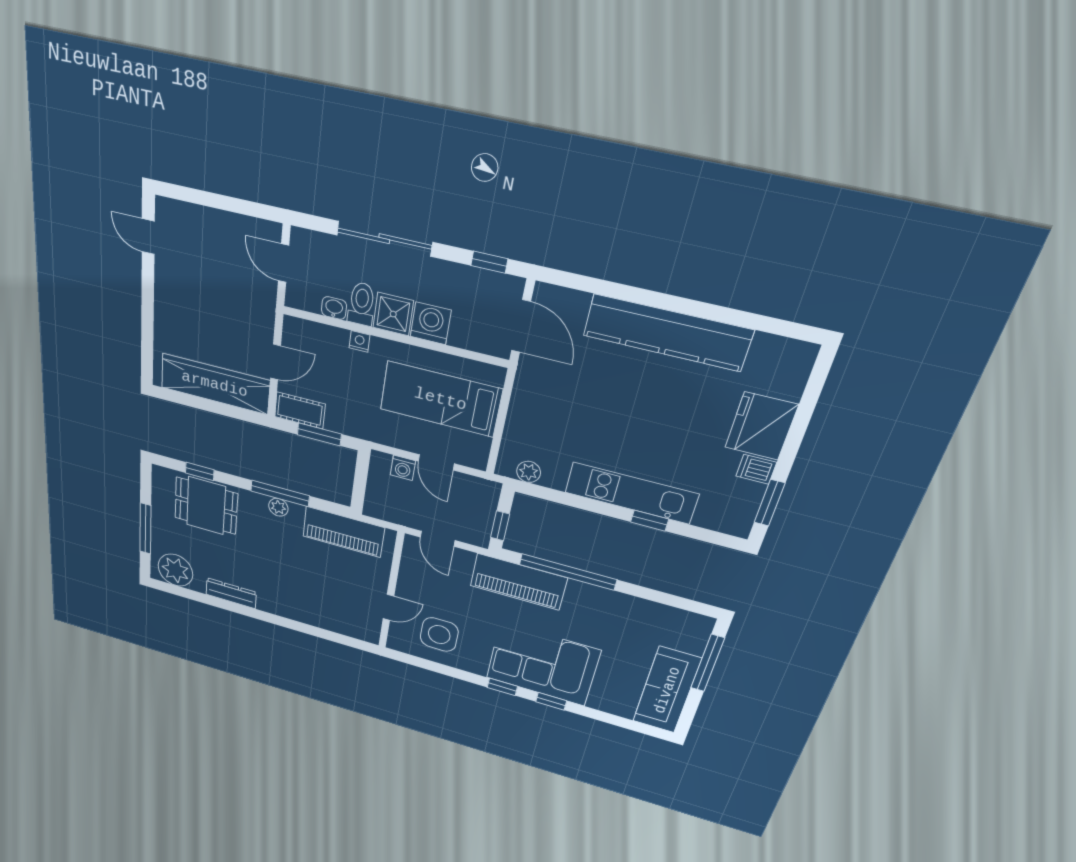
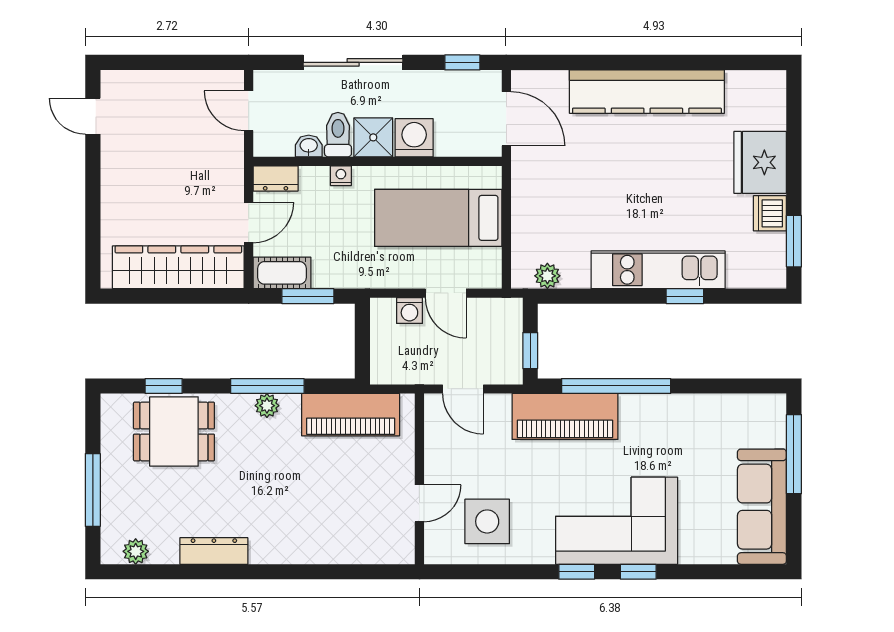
dresser: (302, 330) -> (276, 178), added
dishwasher: (756, 469) -> (770, 213), width x1.38
plant: (175, 570) -> (136, 551), width x0.53, depth x0.53

